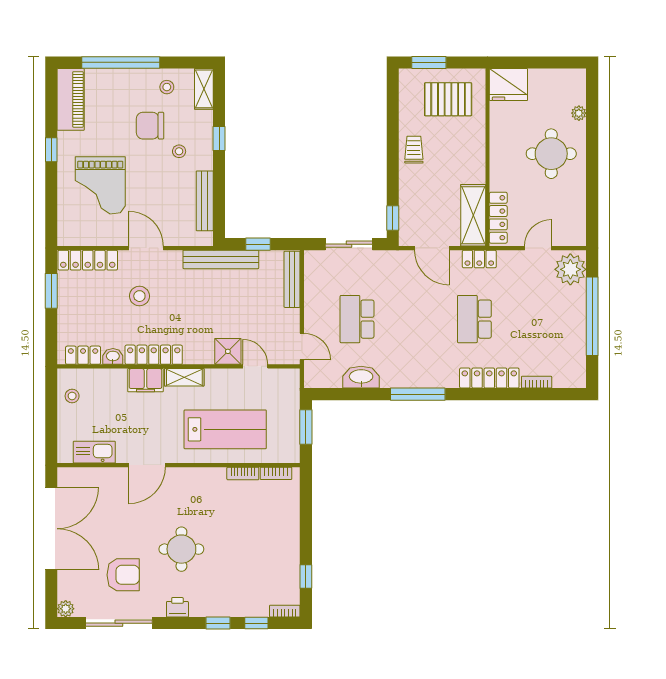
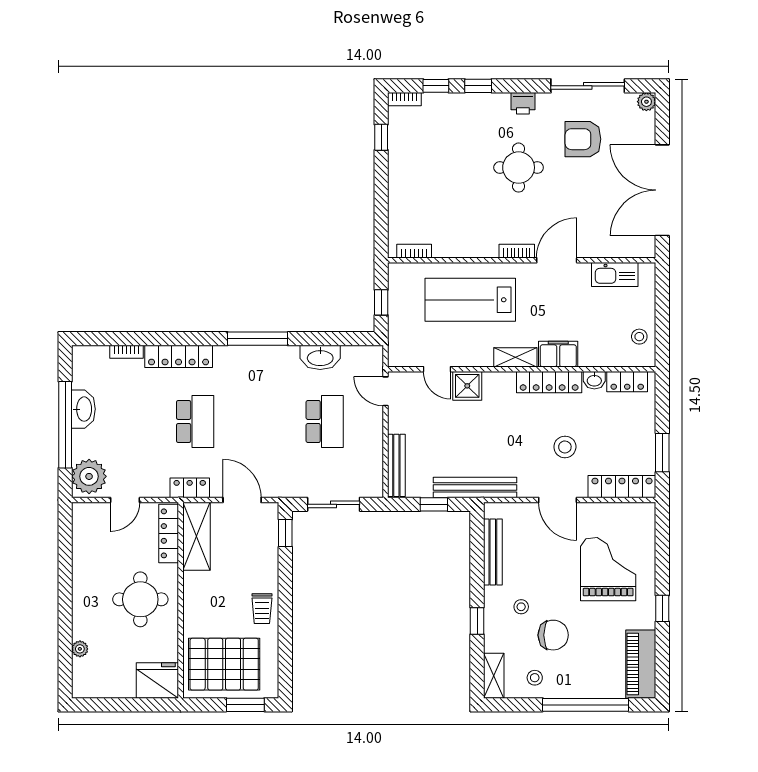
pallet: (448, 99) -> (224, 664), width x1.37, depth x1.41
round table: (551, 154) -> (140, 599), moved
washbasin: (576, 330) -> (83, 409), added
window: (306, 427) -> (381, 302), width x0.67
bookcase: (243, 473) -> (517, 251), moved

